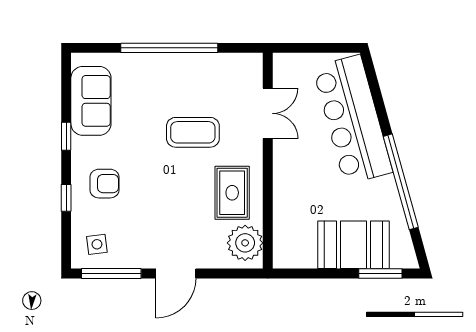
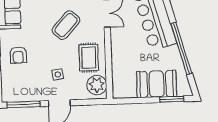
coffee table: (193, 132) -> (66, 25), turned -48
armchair: (105, 184) -> (18, 55), turned 90
side table: (97, 244) -> (58, 74), moved

